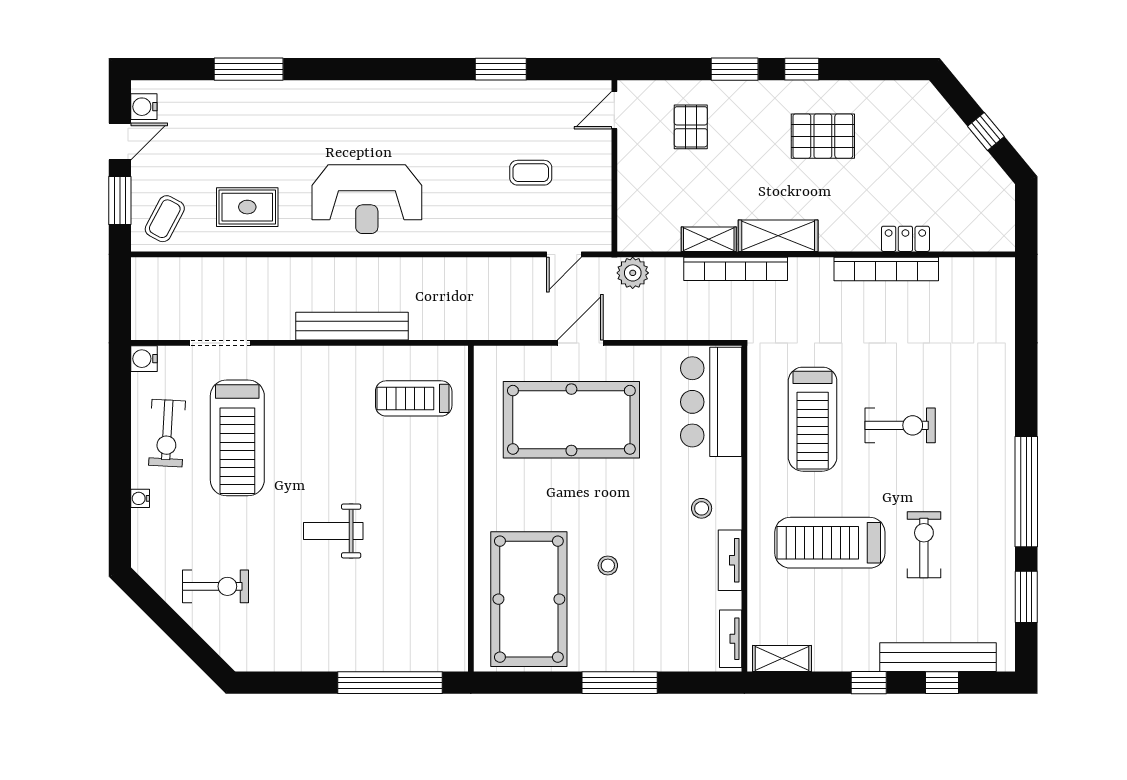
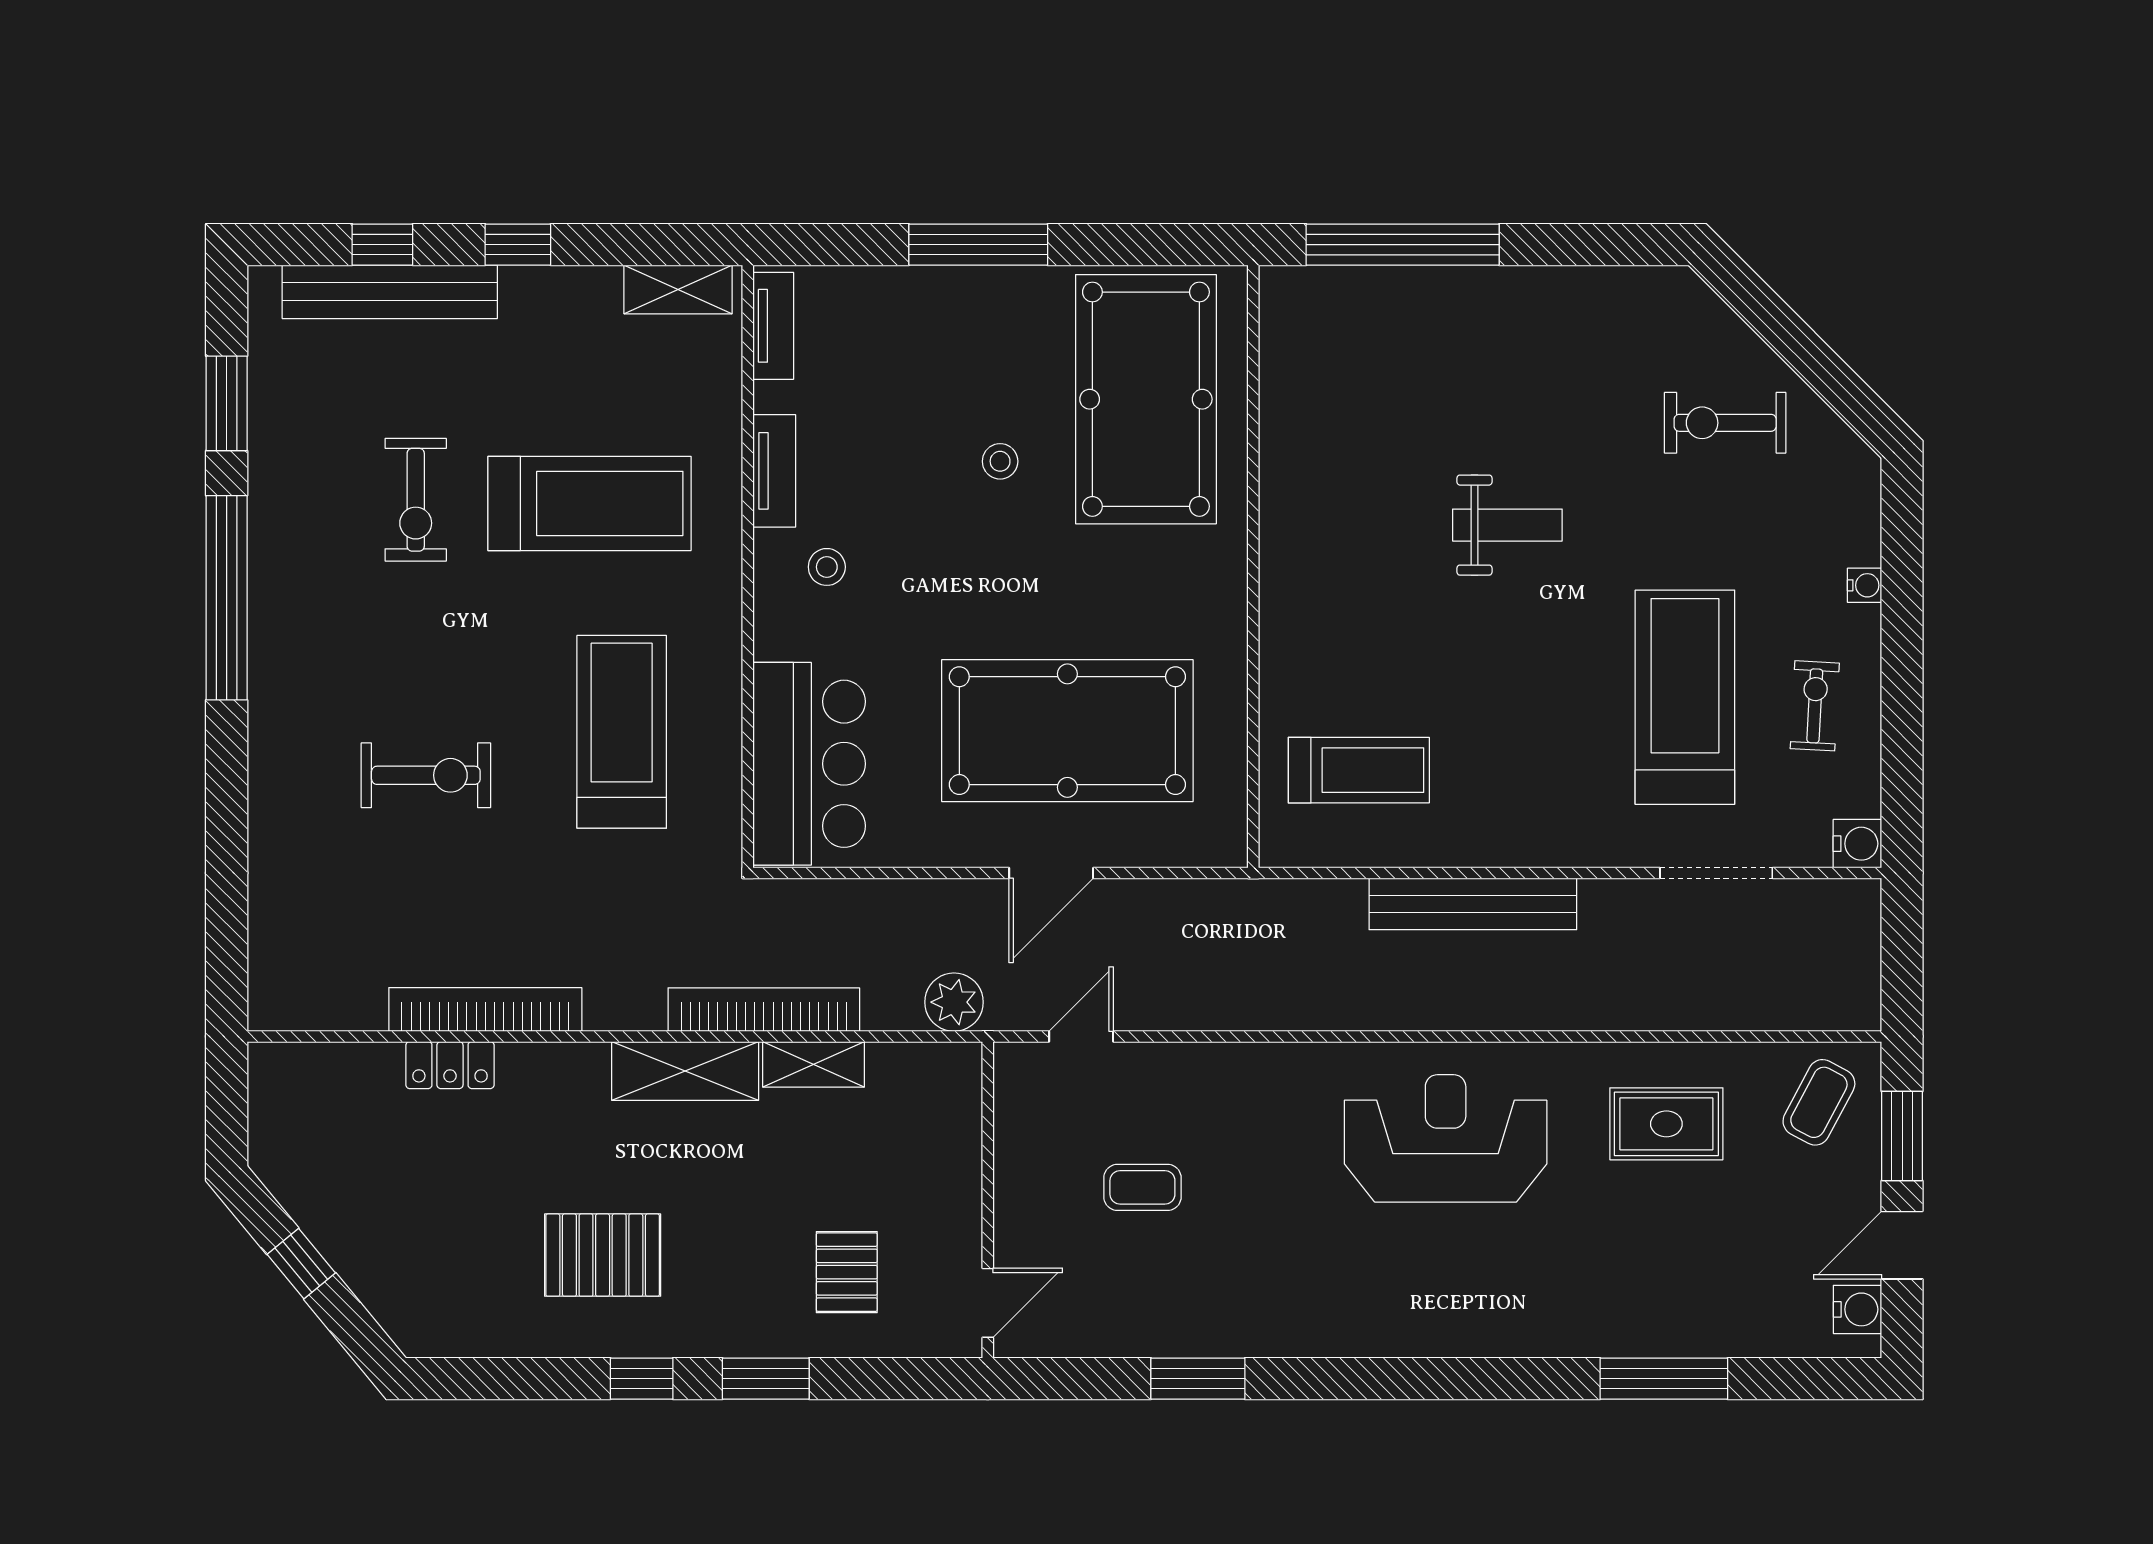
exercise bike: (900, 425) -> (426, 775), moved, turned 180
exercise bike: (167, 433) -> (1815, 706), width x0.73, depth x0.72

